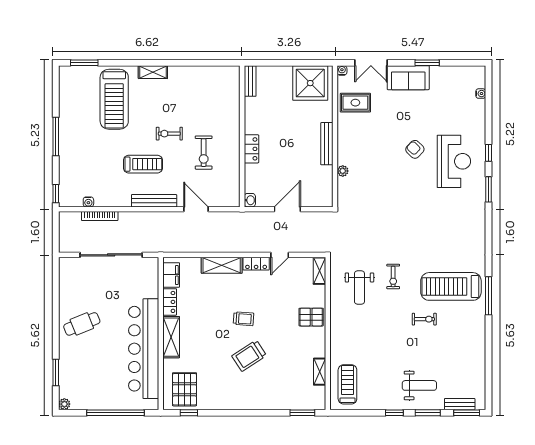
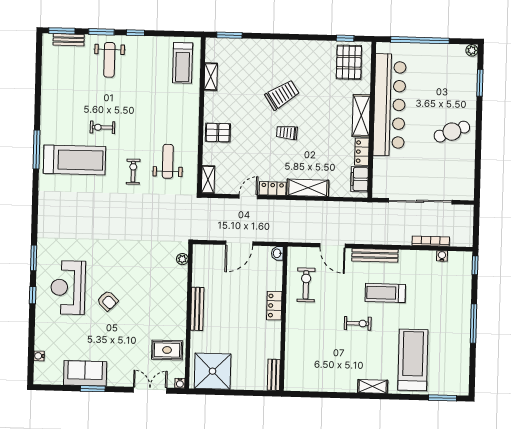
sofa: (408, 78) -> (85, 373), moved
exercise bike: (204, 153) -> (306, 285), moved
plant: (343, 171) -> (182, 259), moved
weight bench: (419, 385) -> (109, 60), turned -90

